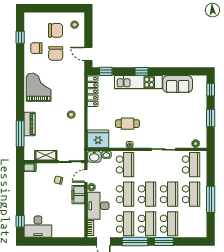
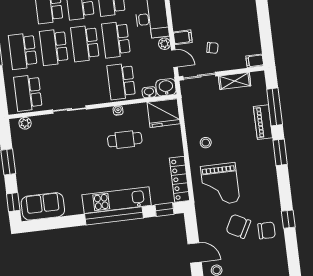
chair: (56, 30) -> (243, 259), removed
window: (20, 37) -> (288, 219), moved
chair: (56, 53) -> (238, 226), turned -63
door: (88, 54) -> (195, 253), moved
window: (142, 71) -> (114, 216), width x3.17
sofa: (178, 84) -> (43, 206), moved
grand piano: (39, 87) -> (220, 184), moved
window: (20, 101) -> (280, 152), added
door: (86, 176) -> (174, 58), hinge flipped
filing cabinet: (78, 195) -> (183, 37), width x0.50

